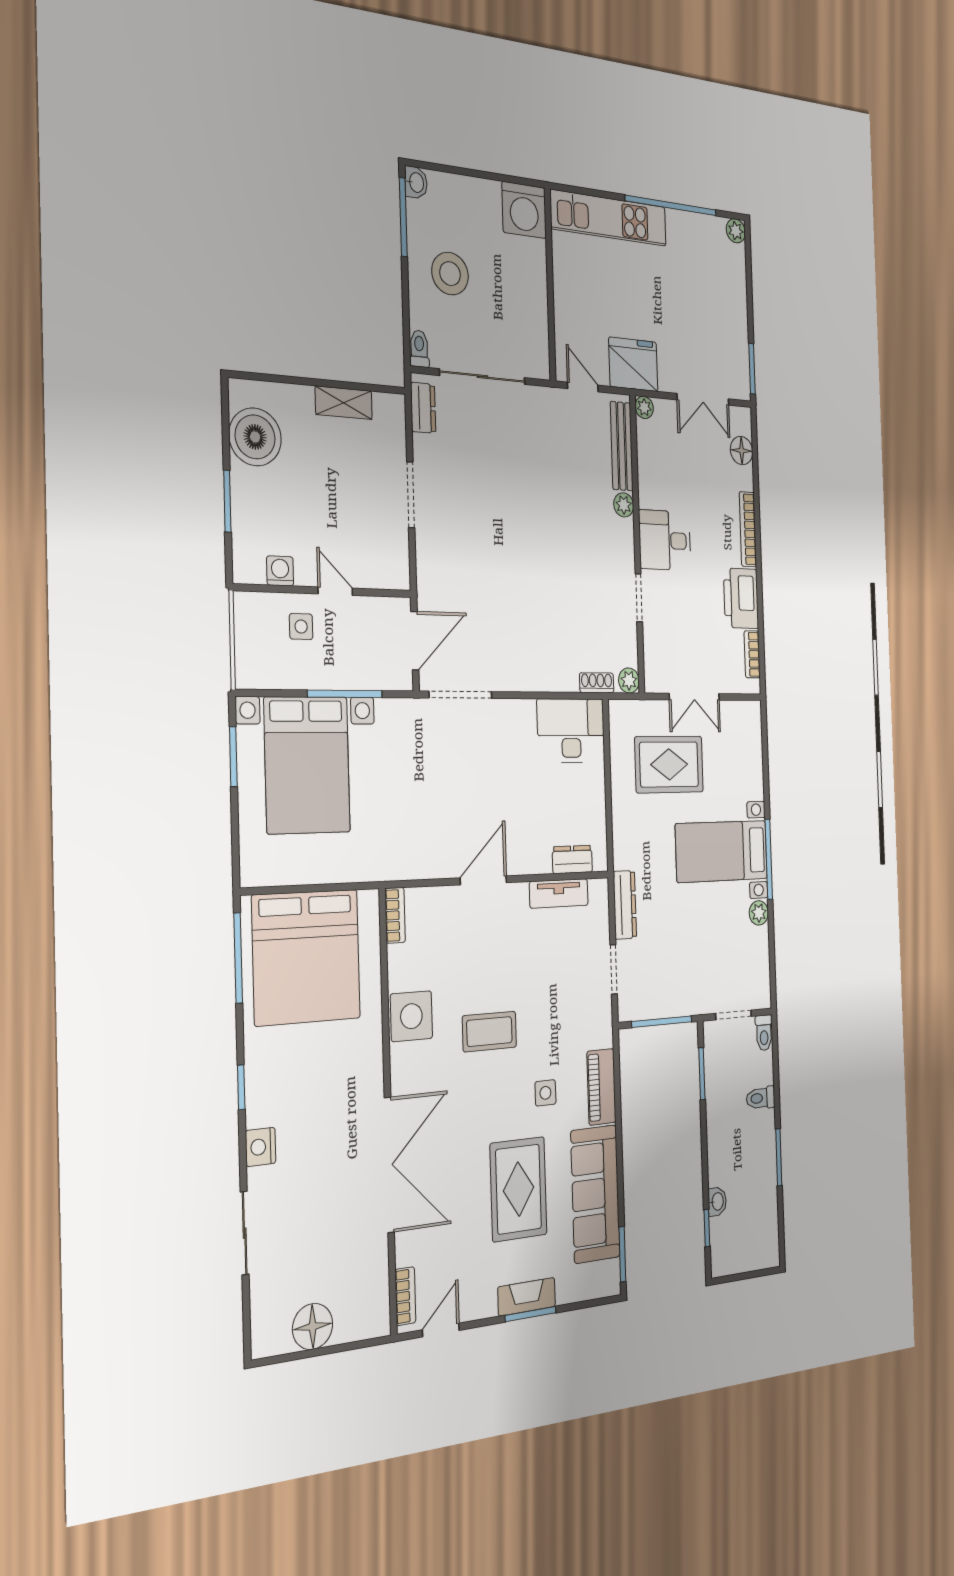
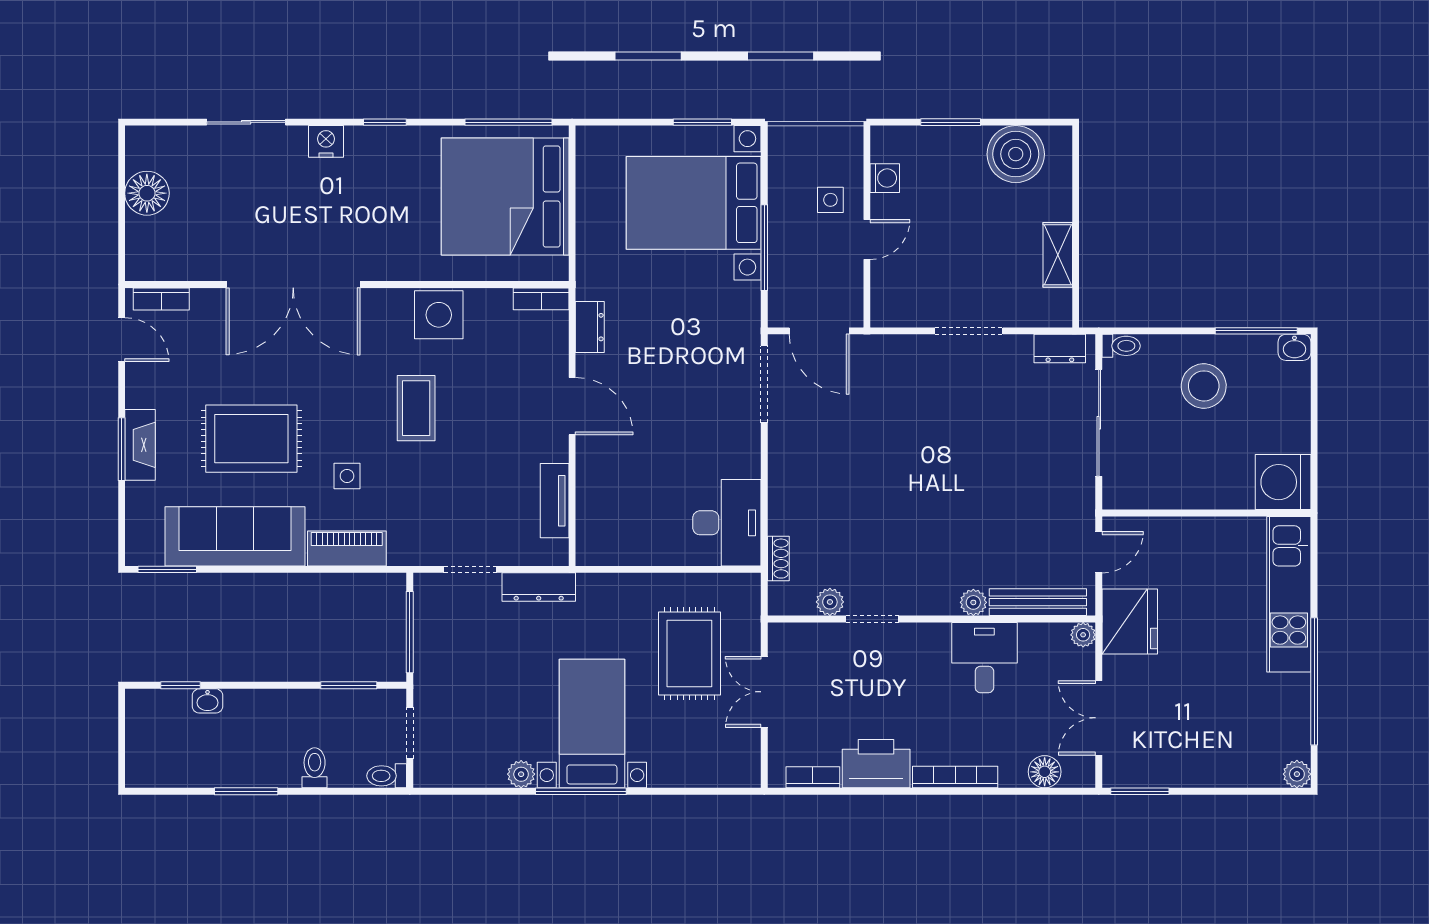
desk: (665, 540) -> (984, 658), moved
plant: (629, 680) -> (830, 602), moved
dresser: (572, 859) -> (590, 327), moved

